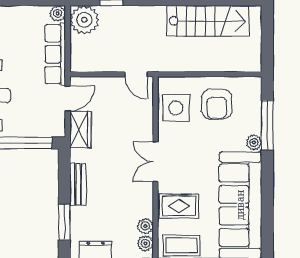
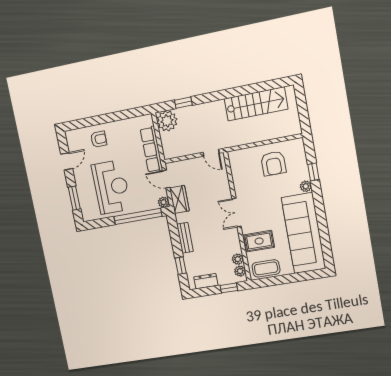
plant: (58, 13) -> (164, 202), moved
door: (68, 98) -> (166, 179), swing flipped
side table: (176, 108) -> (244, 172), removed
window: (267, 125) -> (313, 172), width x0.46
window: (64, 222) -> (181, 266), width x0.67

